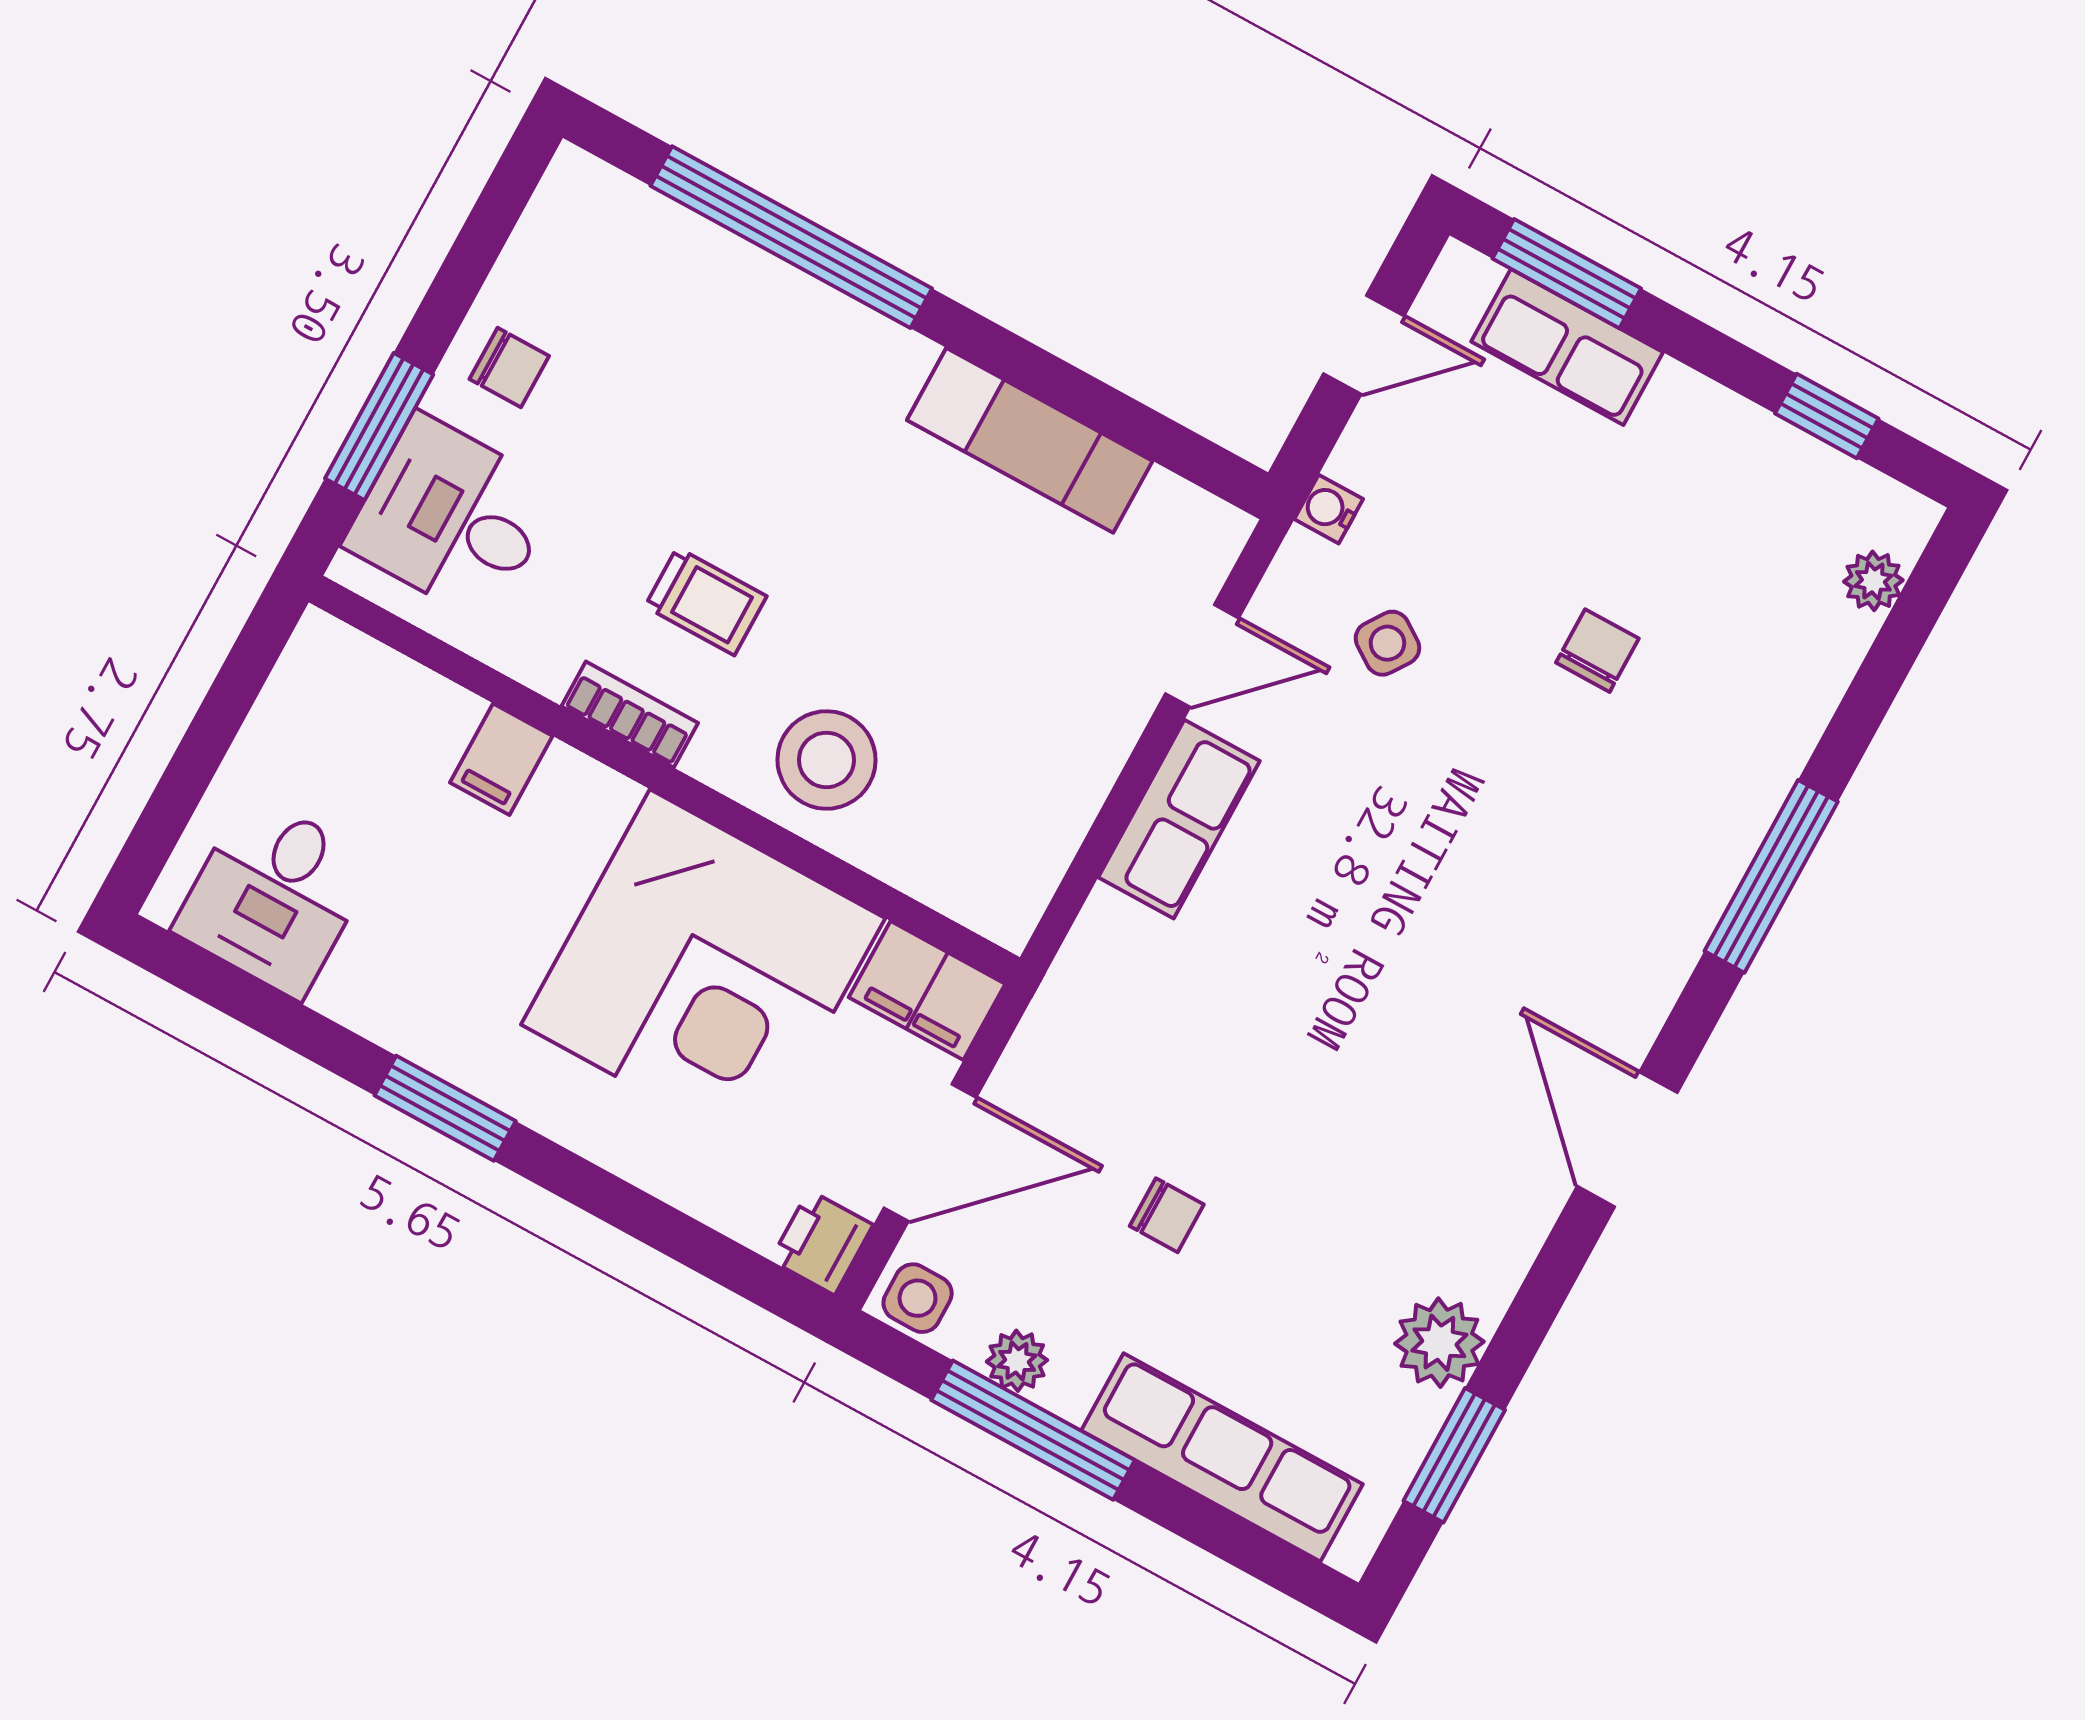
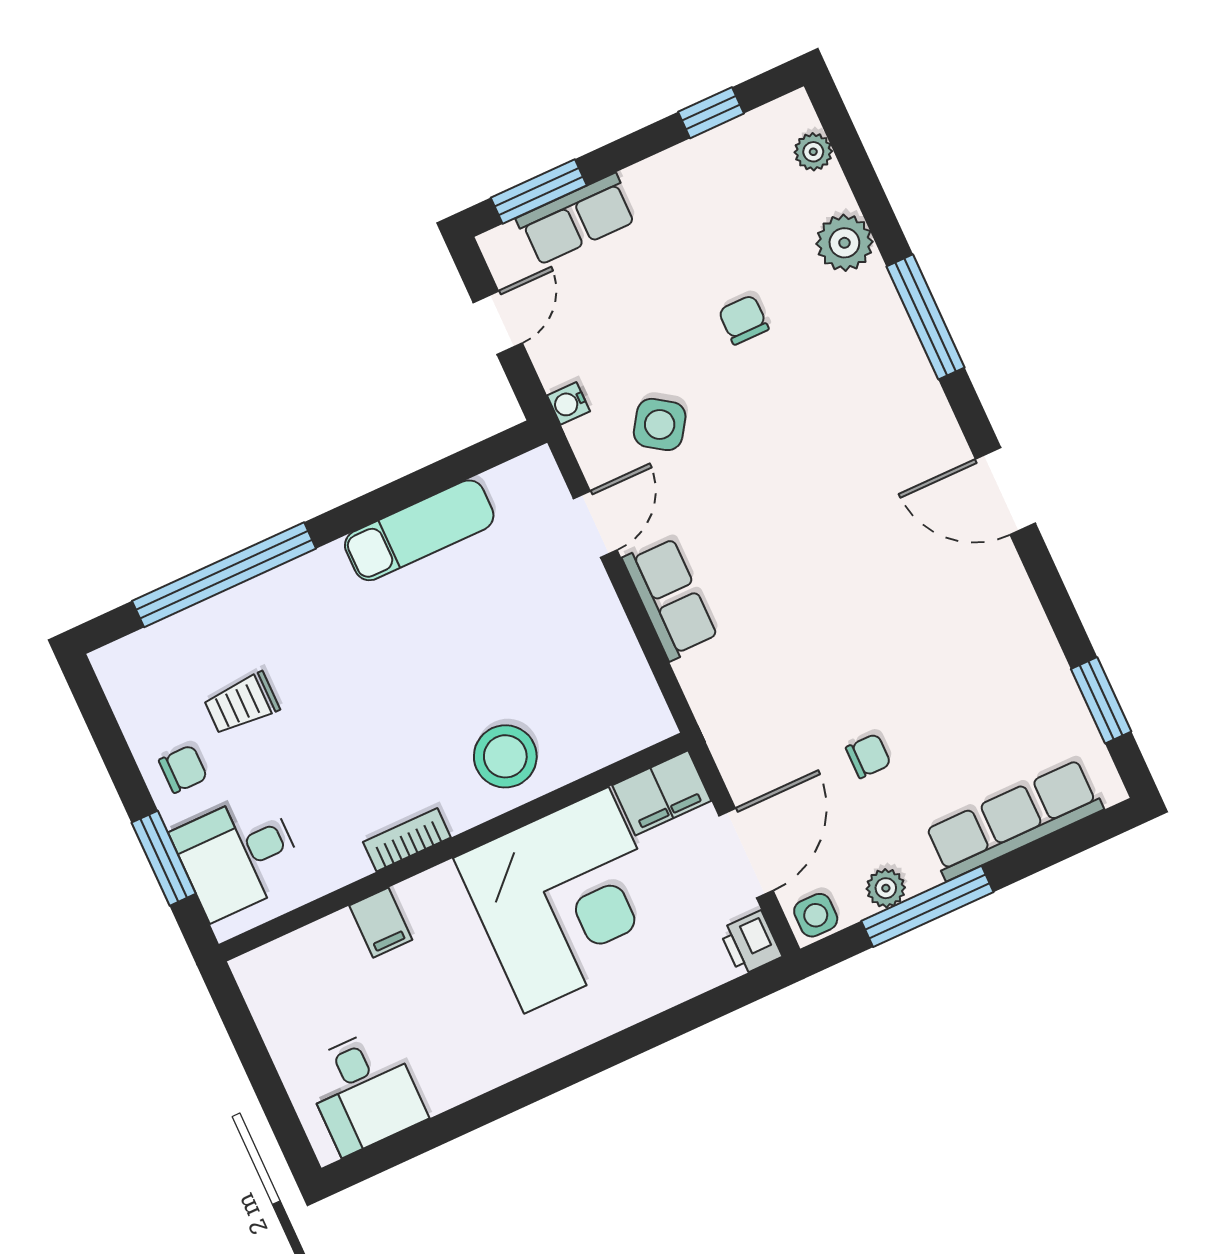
trolley: (706, 601) -> (242, 704), moved, turned 180
side table: (1387, 643) -> (660, 424), width x1.37, depth x1.37
window: (445, 1108) -> (538, 1085), removed
plant: (1439, 1343) -> (844, 243), moved

